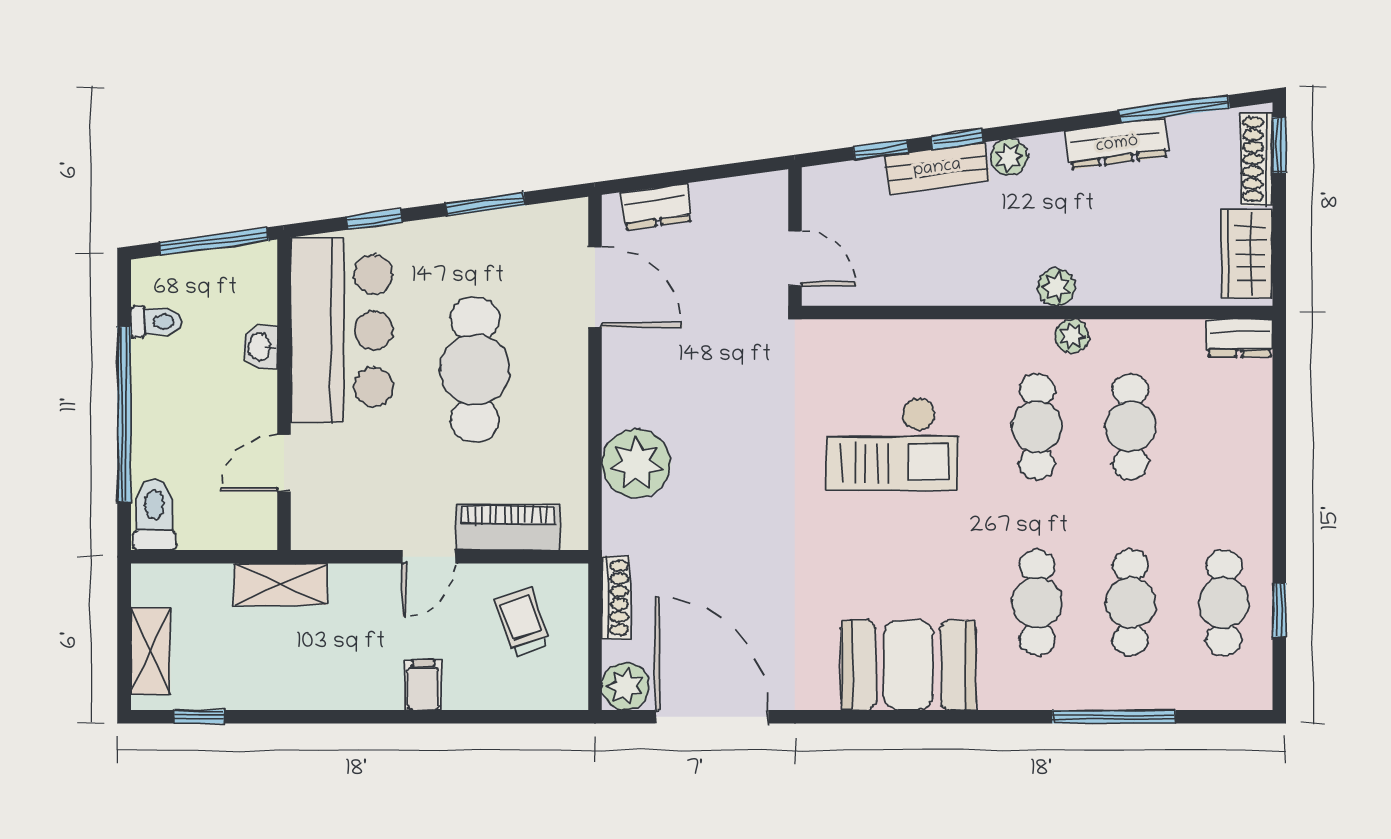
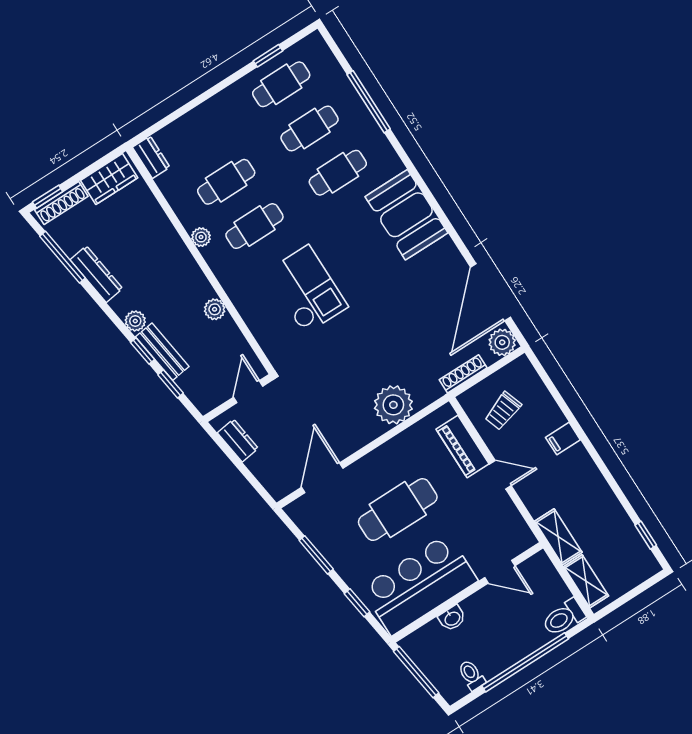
dresser: (656, 207) -> (238, 441), moved
plant: (1056, 287) -> (215, 309), moved
shelving: (150, 651) -> (586, 581), moved, turned 90

